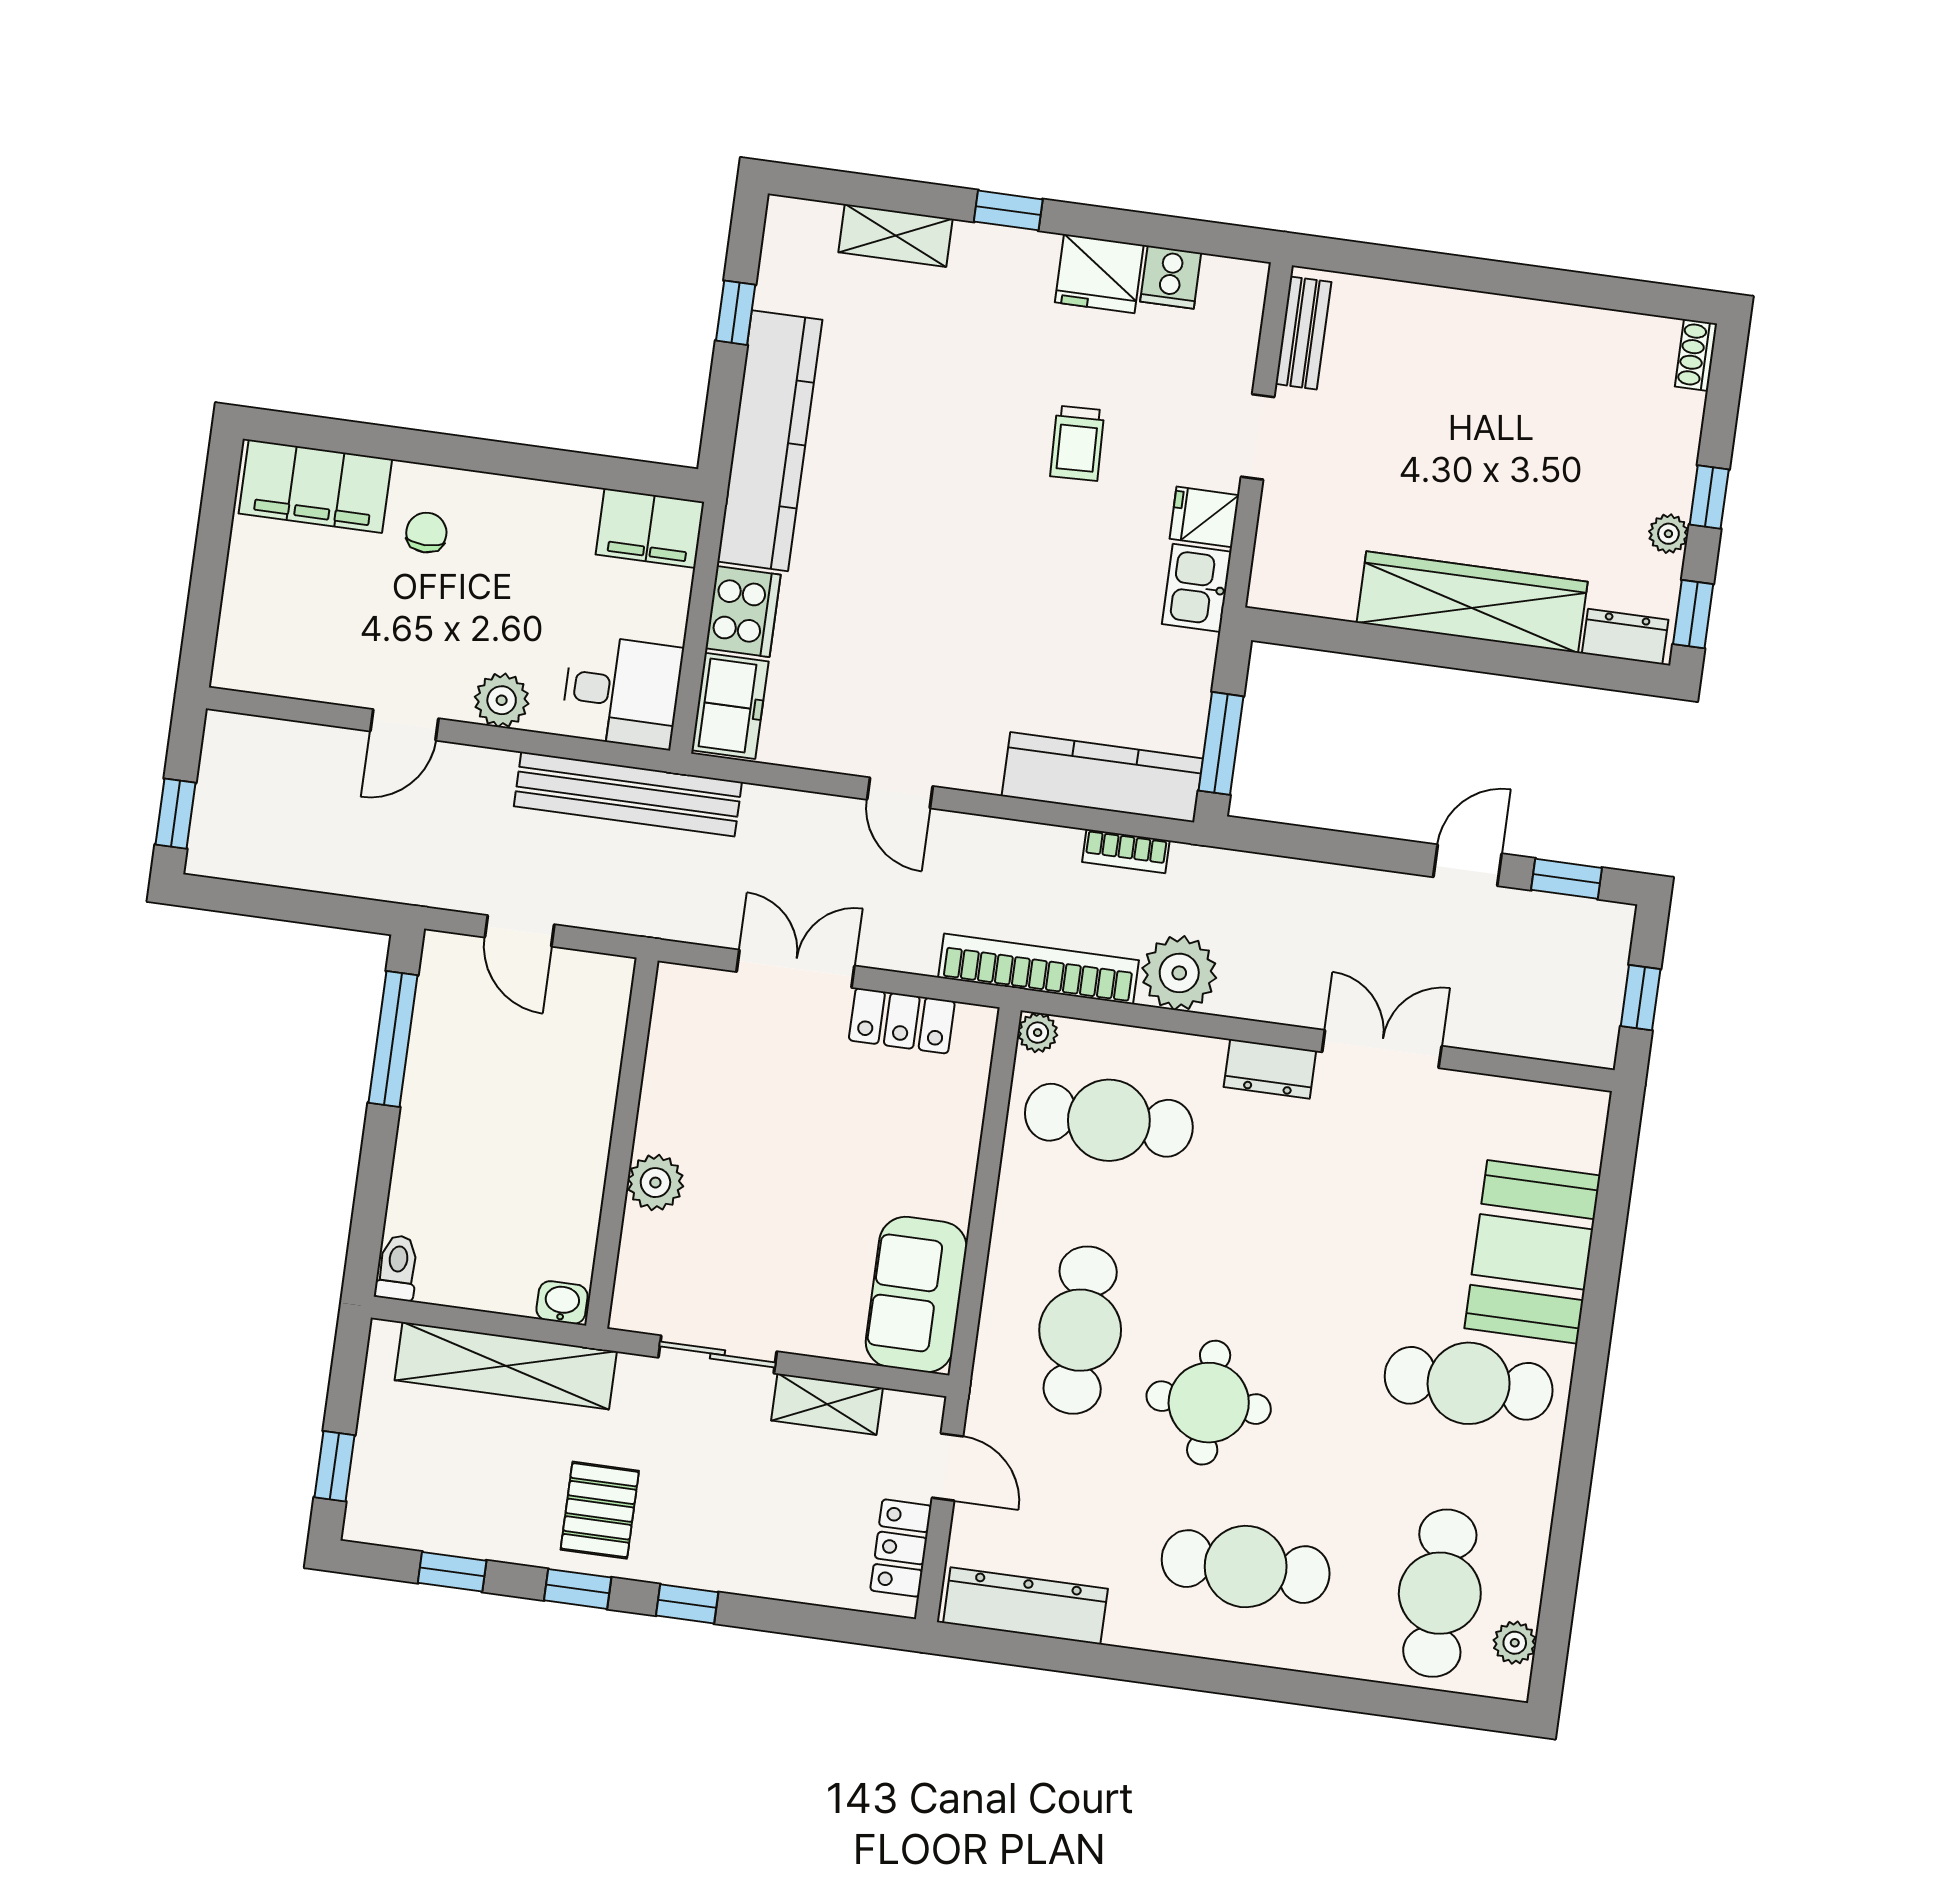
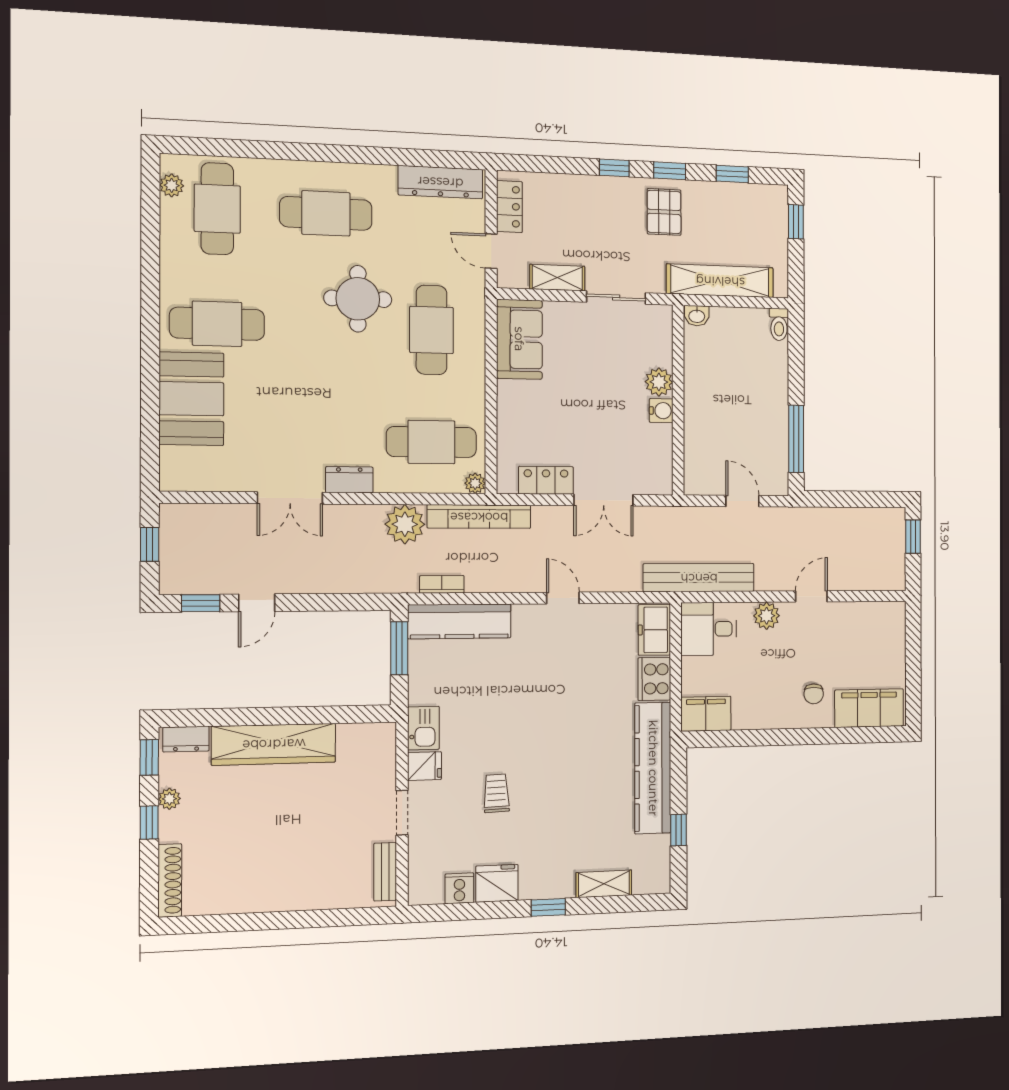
shoe rack: (1696, 355) -> (170, 880), width x1.94, depth x1.24
water cooler: (658, 1127) -> (661, 411), added

